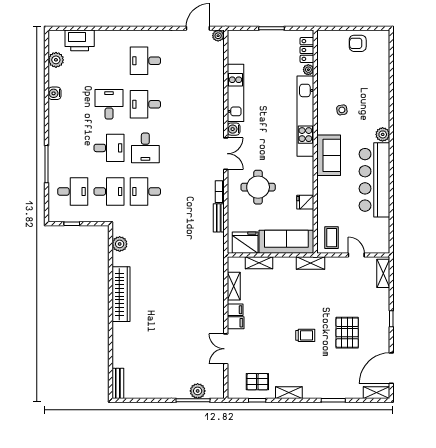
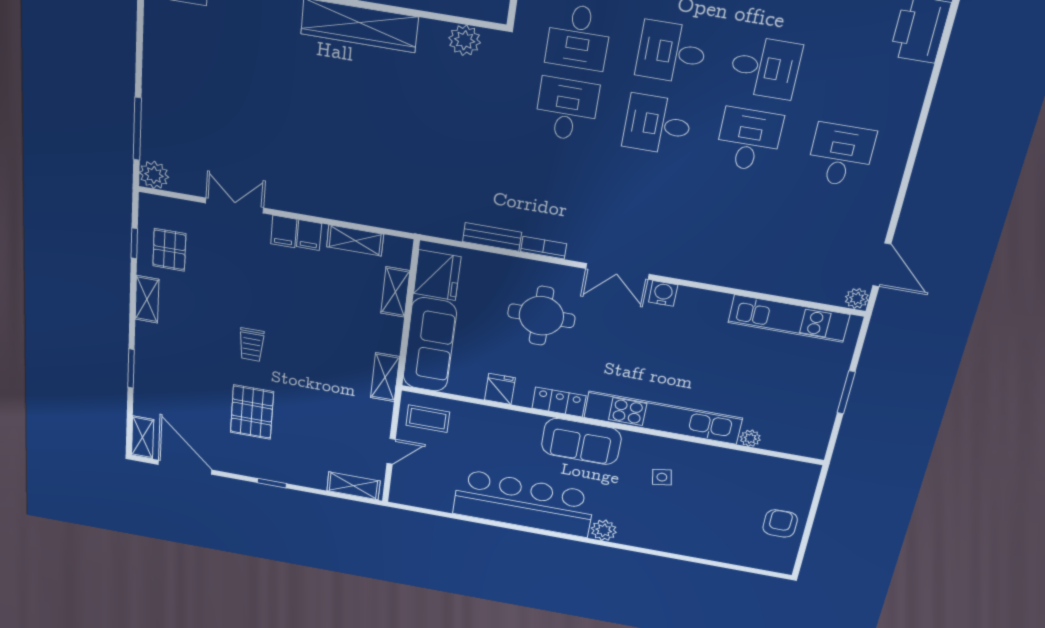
locker: (307, 50) -> (559, 402), moved
kitchen unit: (235, 93) -> (789, 319), moved
desk: (109, 148) -> (671, 52), turned 90
pallet: (347, 333) -> (252, 412), turned 90
plant: (198, 391) -> (154, 175), moved

